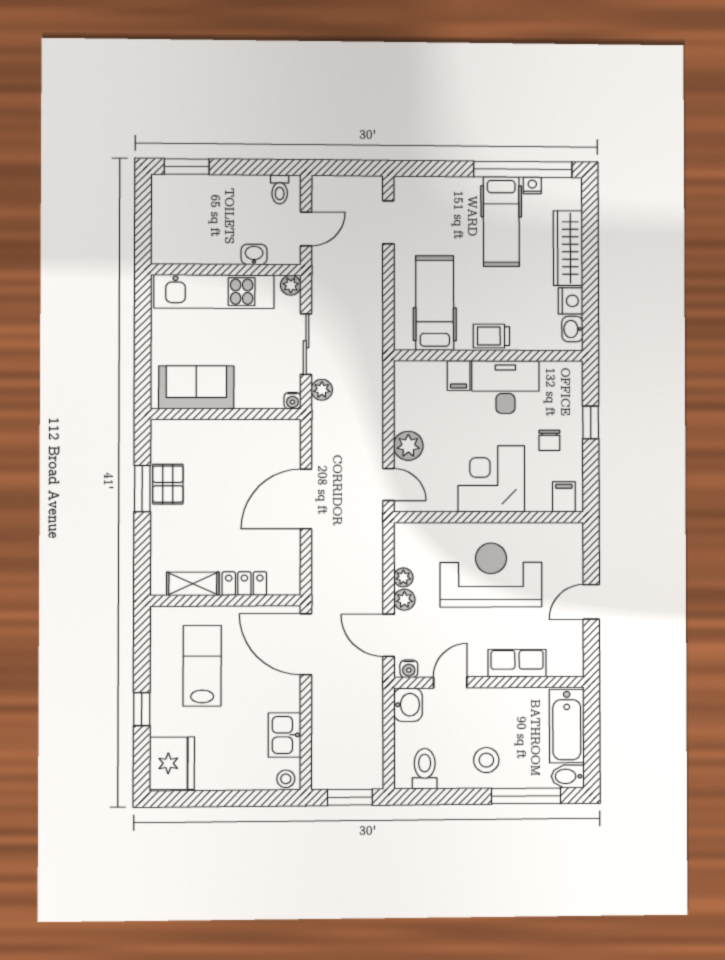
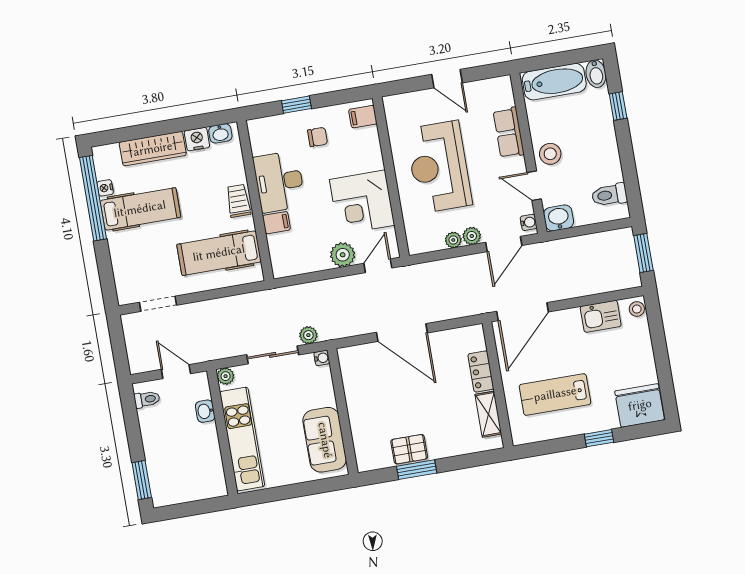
trolley: (491, 336) -> (238, 201), turned 180
corner desk: (491, 479) -> (362, 202), moved
stool: (486, 760) -> (550, 154), moved
window: (526, 796) -> (618, 106), width x0.46

